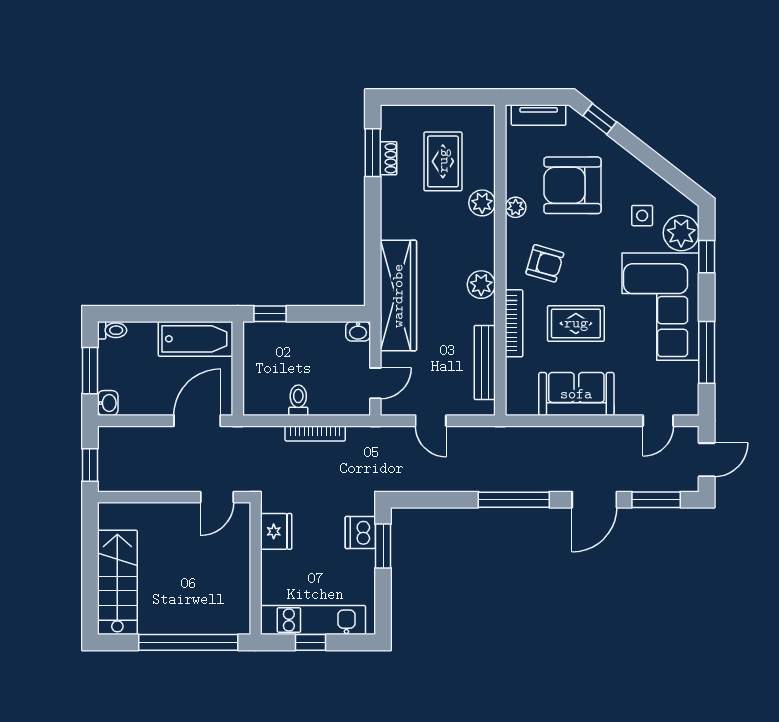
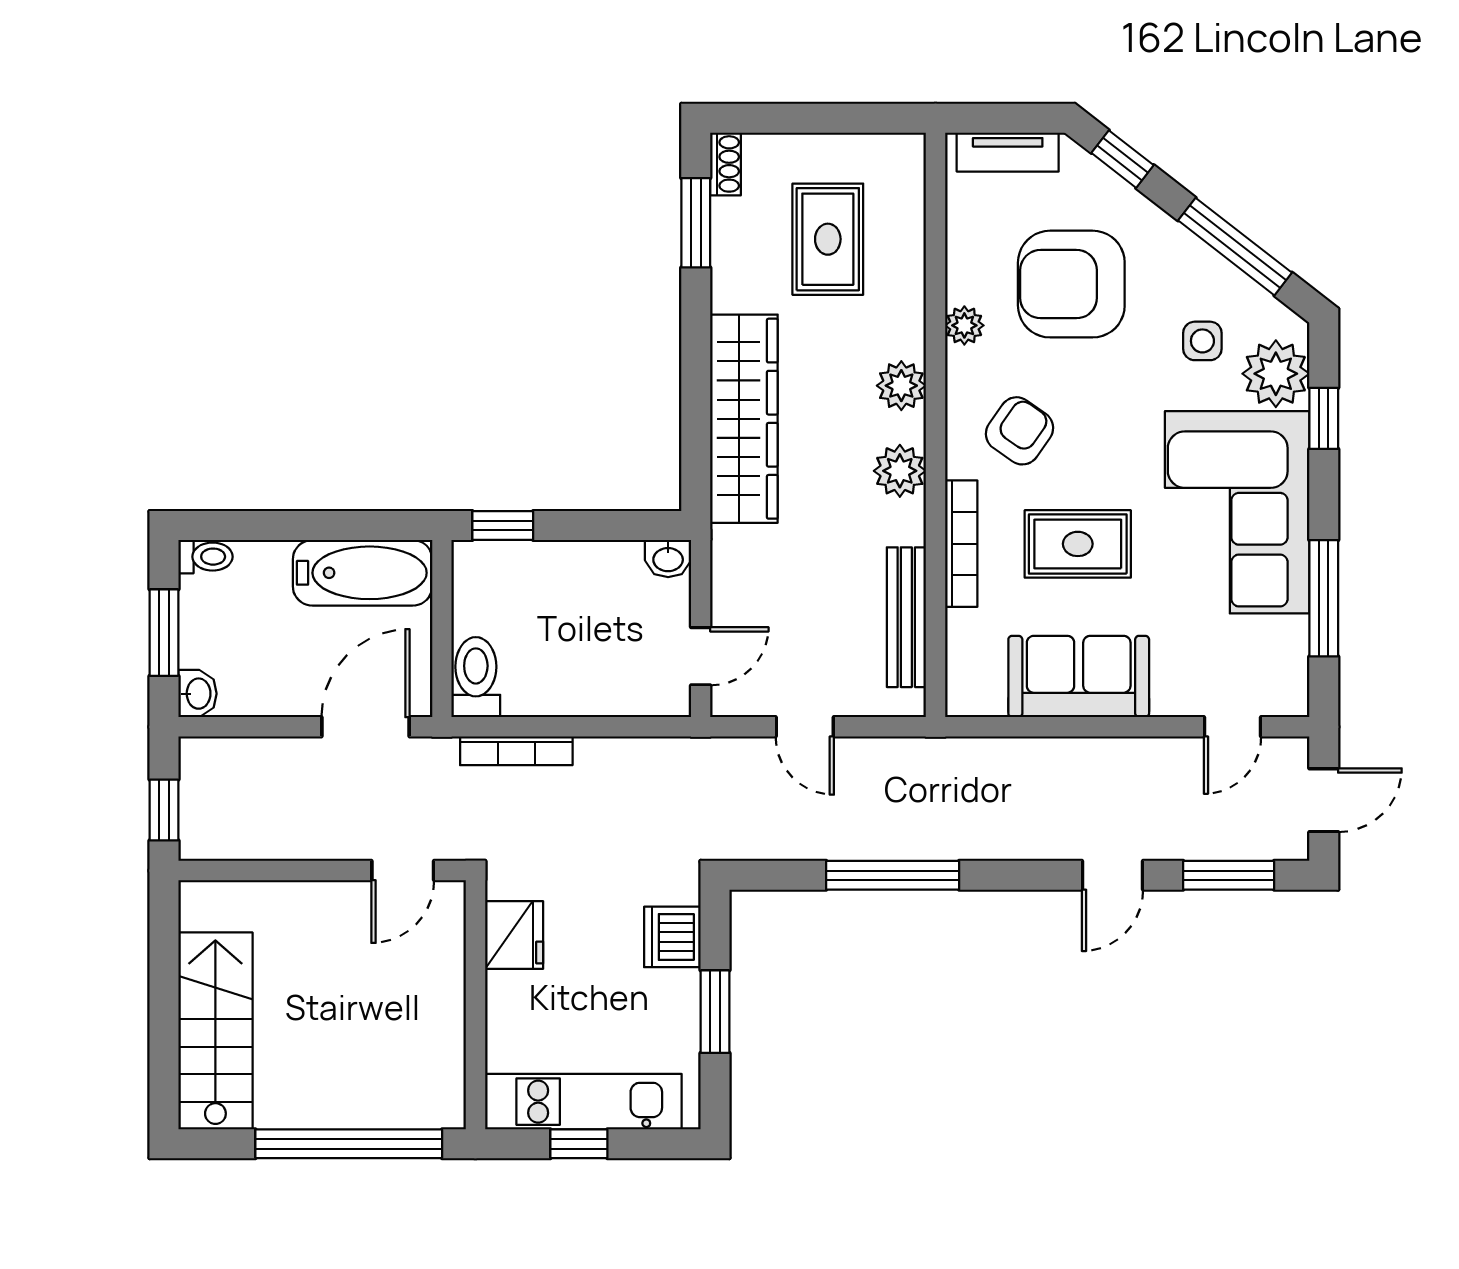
shoe rack: (389, 158) -> (726, 164), moved
window: (659, 165) -> (1235, 247), added
plant: (482, 203) -> (901, 386), moved
armchair: (545, 263) -> (1019, 431), turned -71
wardrobe: (398, 296) -> (744, 419), moved
toilet: (298, 400) -> (476, 677), moved, width x1.37, depth x1.39
bookcase: (315, 433) -> (516, 751), moved
window: (514, 500) -> (893, 875), moved
door: (594, 500) -> (1113, 875), width x0.73
window: (383, 546) -> (715, 1012), moved

